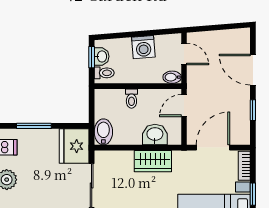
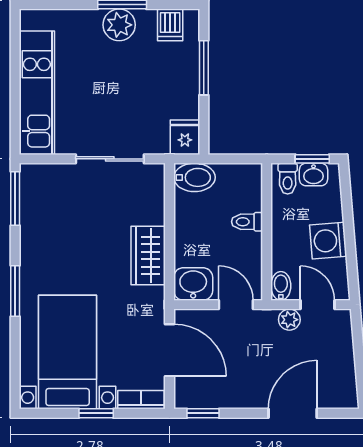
door: (184, 54) -> (317, 305), swing flipped
plant: (194, 72) -> (289, 320), added
window: (253, 110) -> (203, 413), moved
washbasin: (155, 135) -> (193, 284), moved, turned -90
fridge: (74, 146) -> (185, 137), width x0.53, depth x0.75

